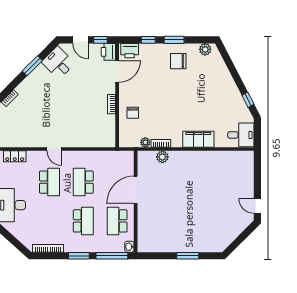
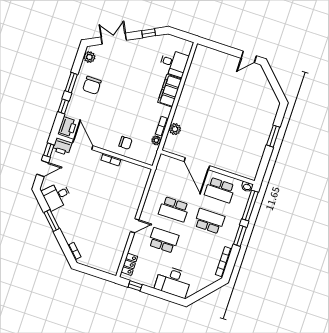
double door: (231, 67) -> (114, 39), added
desk: (241, 135) -> (174, 63), moved, turned 90

